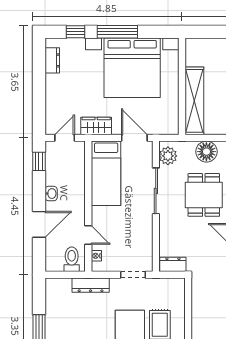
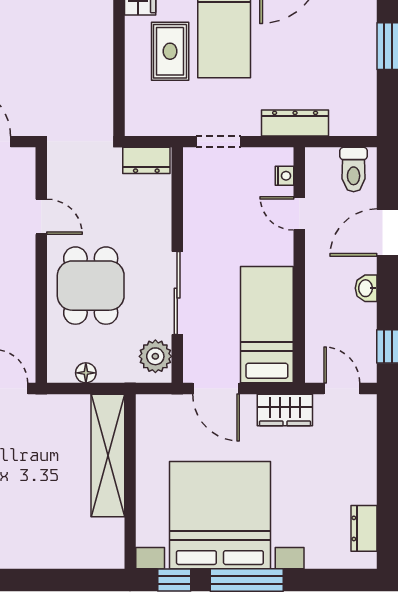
window: (75, 32) -> (174, 580), moved
door: (65, 138) -> (342, 389), swing flipped
floor lamp: (206, 152) -> (86, 373), width x0.53, depth x0.53
toilet: (72, 259) -> (354, 170), moved

